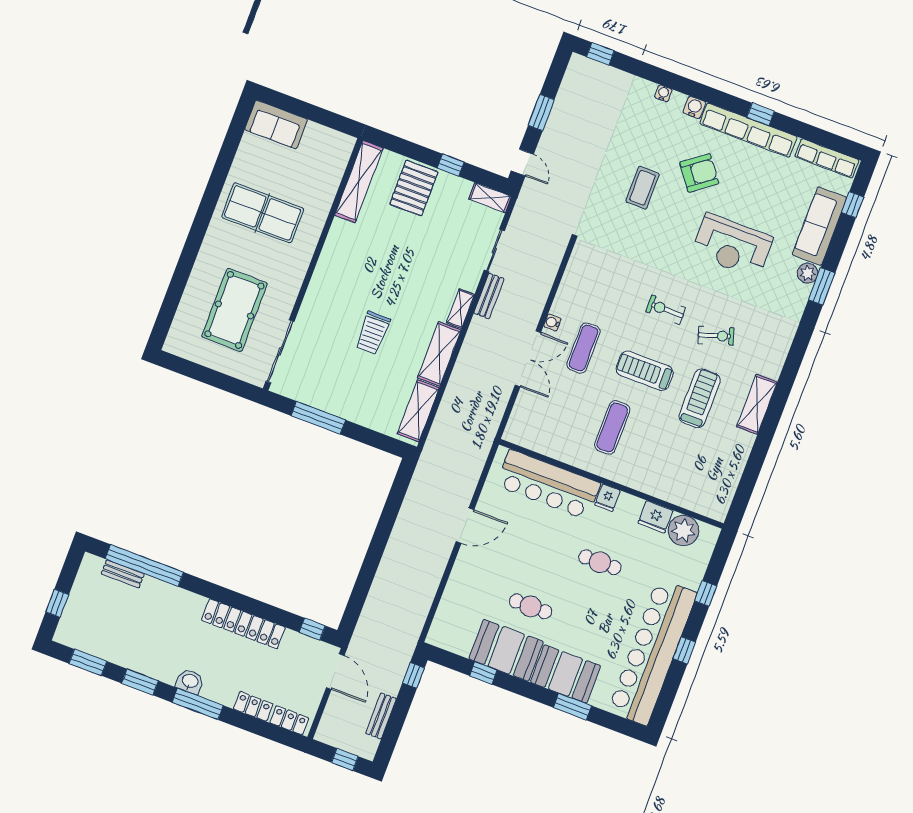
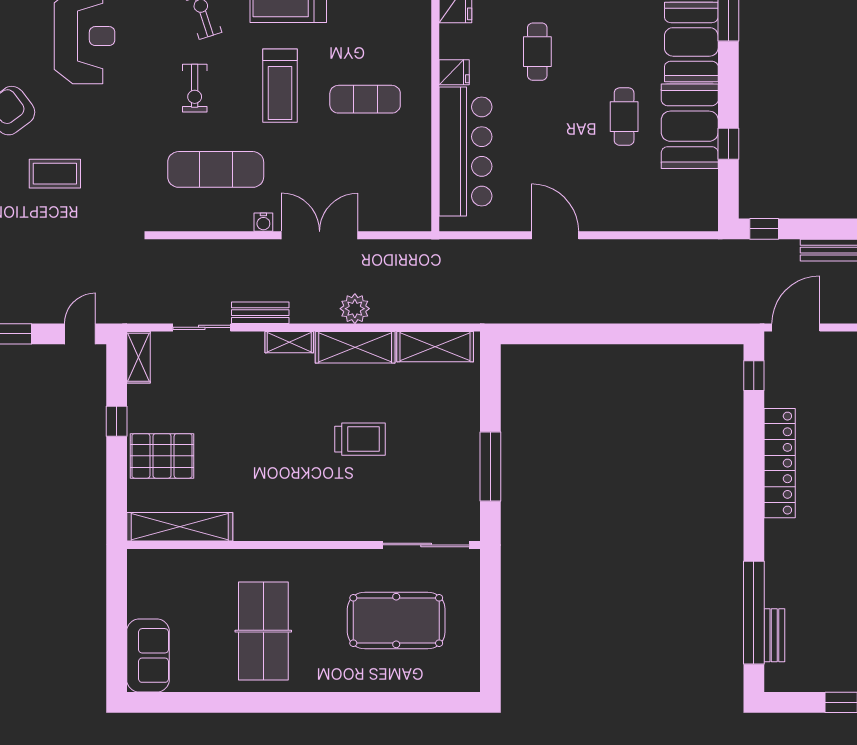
exercise mat: (584, 348) -> (216, 169), moved, width x1.36, depth x1.45
plant: (467, 364) -> (355, 309), added

